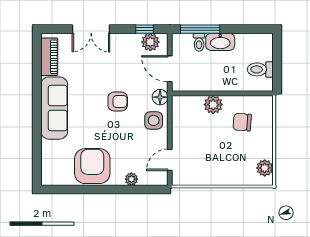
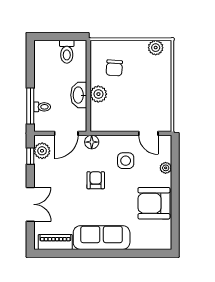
washbasin: (220, 42) -> (79, 95), moved, turned 180
side table: (154, 120) -> (126, 161), moved

